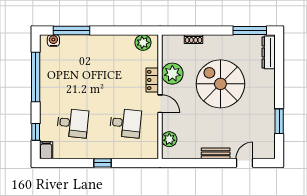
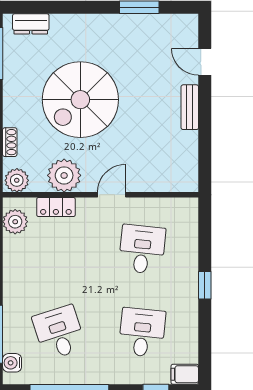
dresser: (269, 52) -> (31, 24), width x0.70
desk: (73, 70) -> (59, 332), added
locker: (152, 80) -> (56, 207), moved
plant: (169, 139) -> (17, 180), moved

